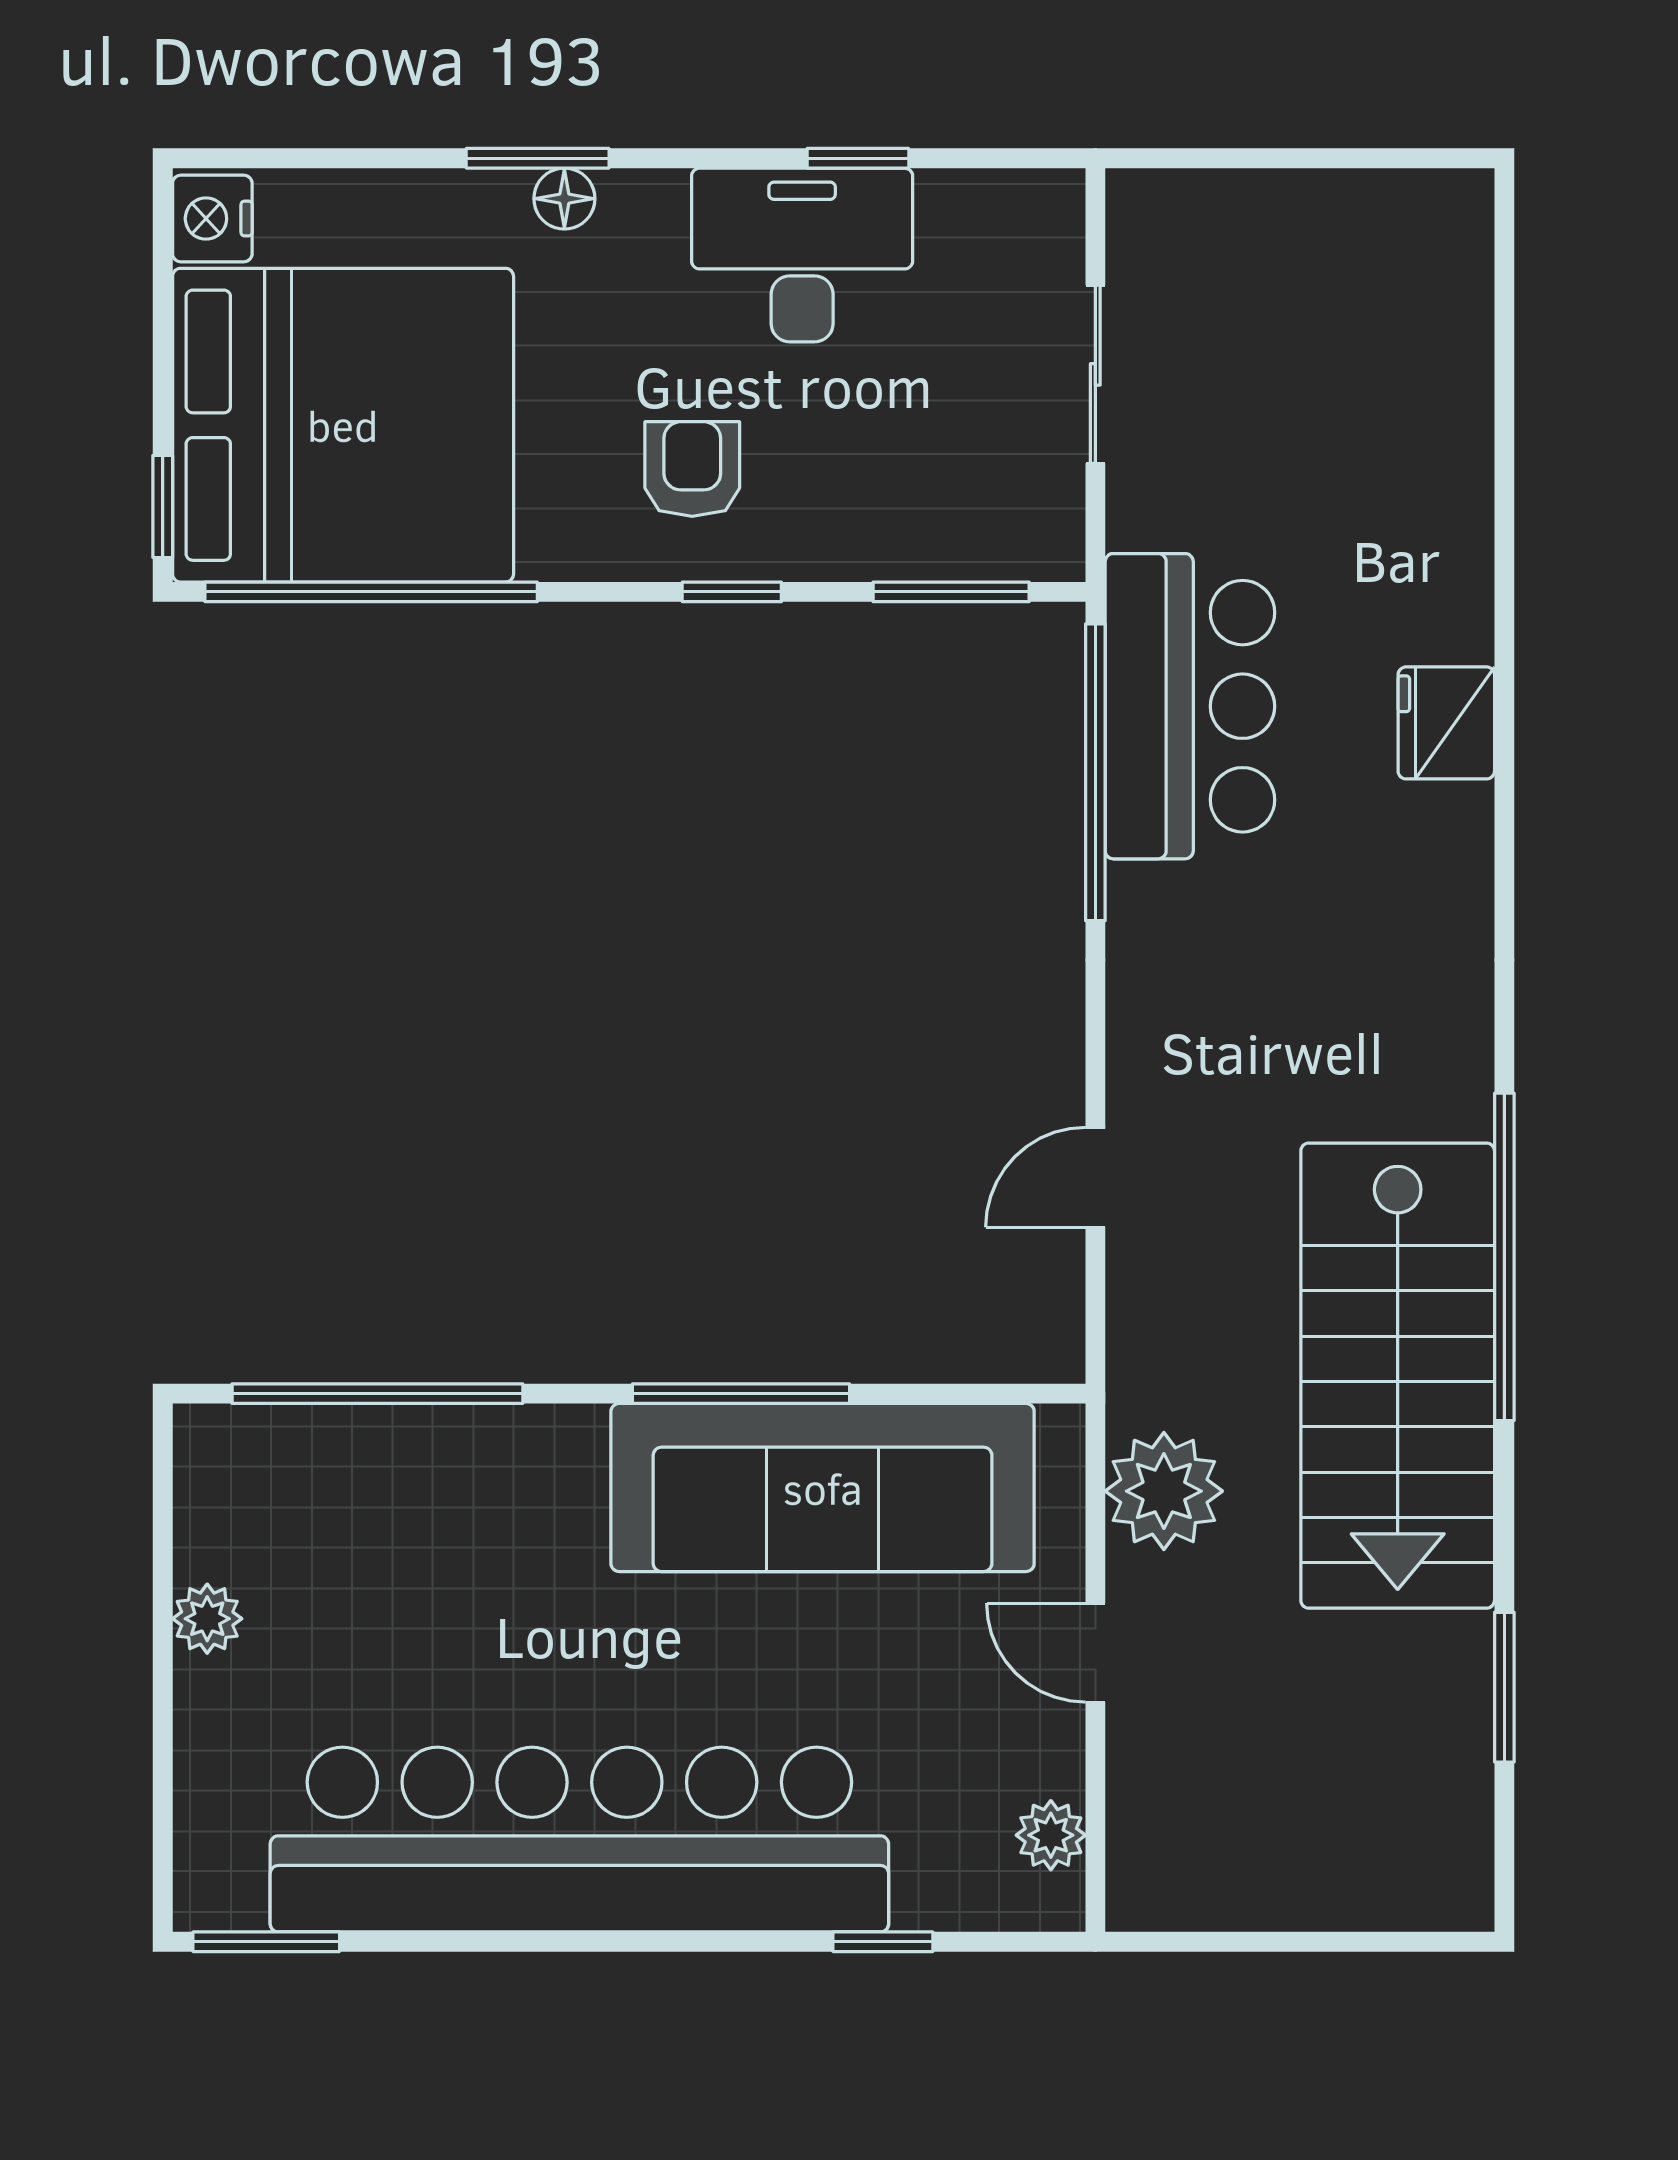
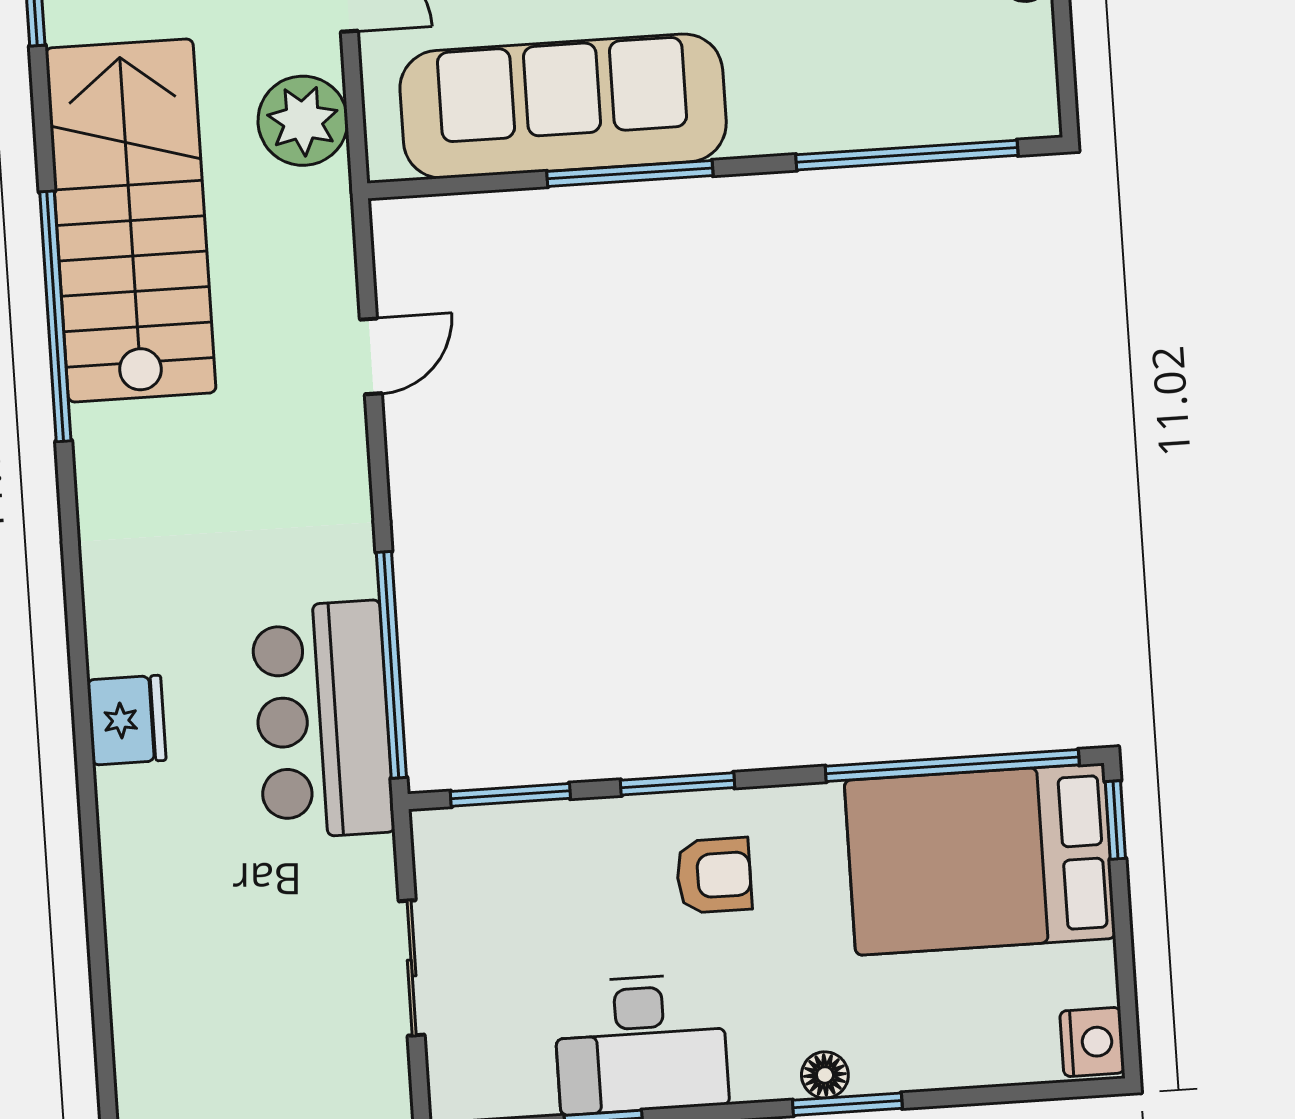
bed: (343, 425) -> (980, 859), width x0.73
armchair: (692, 469) -> (714, 875), turned -90
window: (732, 592) -> (677, 784), width x1.50

